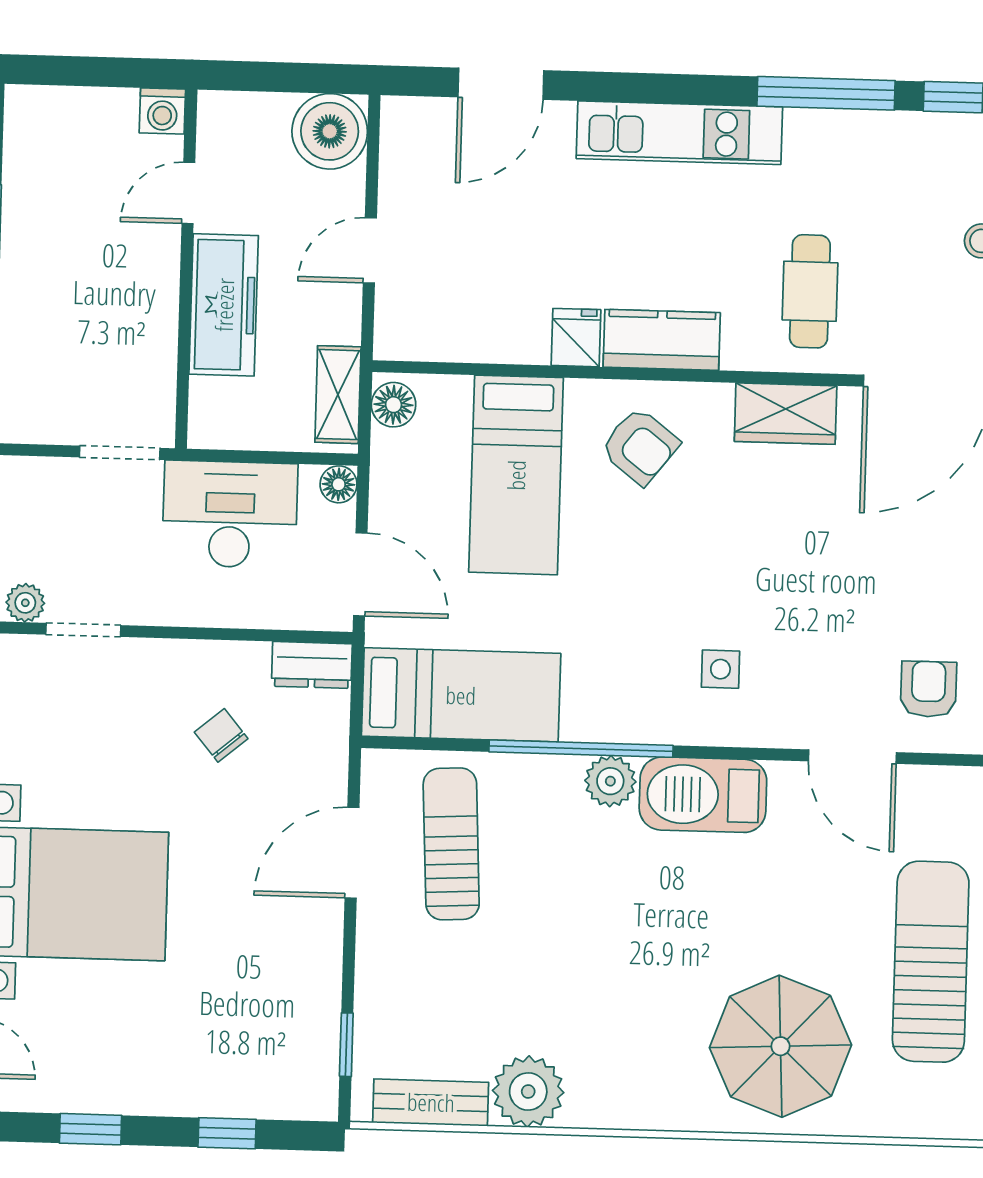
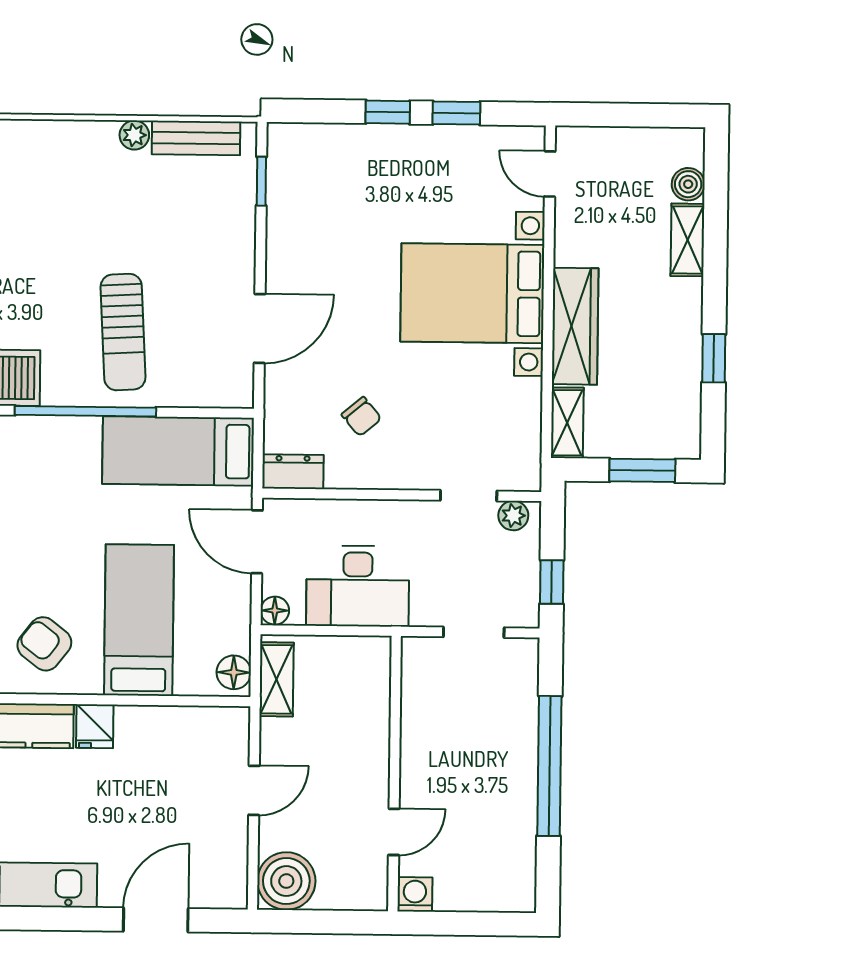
freezer: (224, 305) -> (365, 747), removed
doorway: (120, 453) -> (474, 632), moved
plant: (610, 781) -> (63, 387), removed
sun lounger: (451, 844) -> (123, 332), moved
plant: (528, 1091) -> (134, 135), width x0.53, depth x0.53
window: (227, 1133) -> (388, 112), moved

